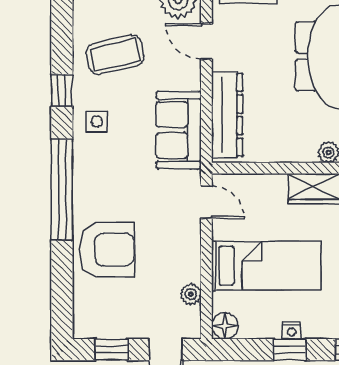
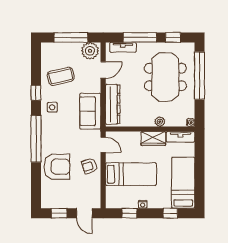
door: (206, 41) -> (103, 70), swing flipped
armchair: (177, 248) -> (90, 166), added
plant: (191, 294) -> (96, 187), removed
floor lamp: (225, 326) -> (112, 202), removed
window: (290, 350) -> (129, 213), moved

